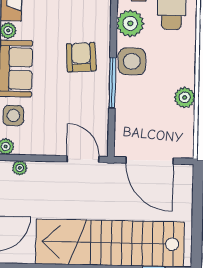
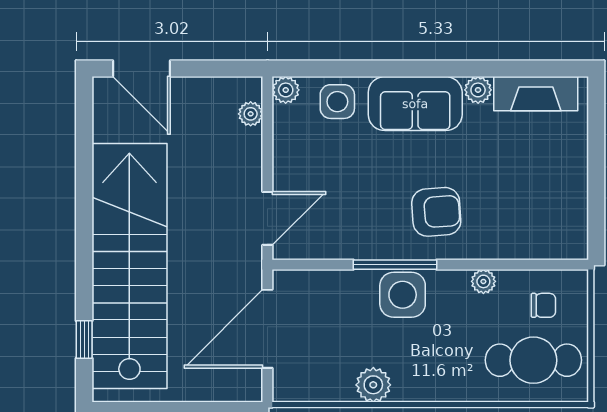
plant: (130, 23) -> (483, 281), width x0.53, depth x0.53
side table: (132, 61) -> (403, 295), moved

